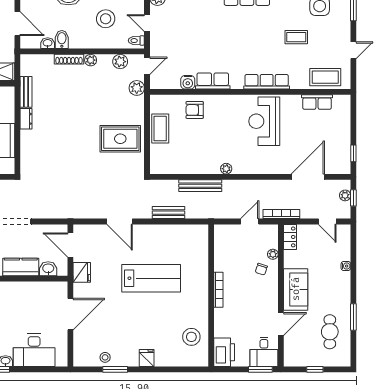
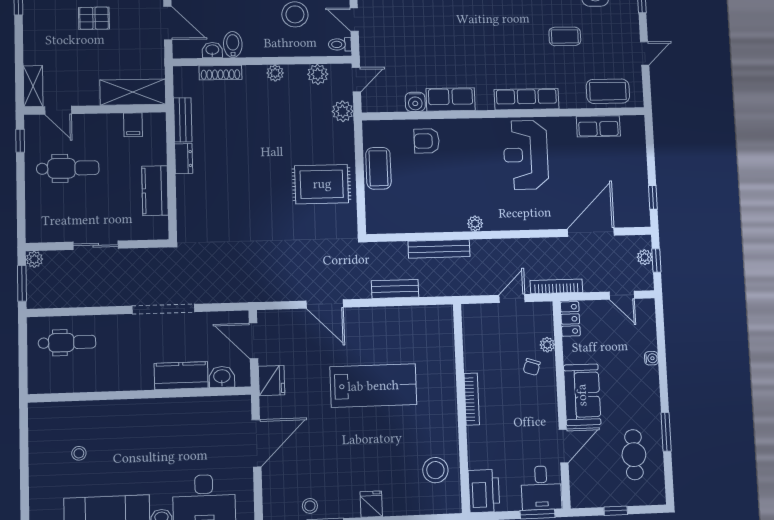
shoe rack: (69, 59) -> (220, 73), moved

